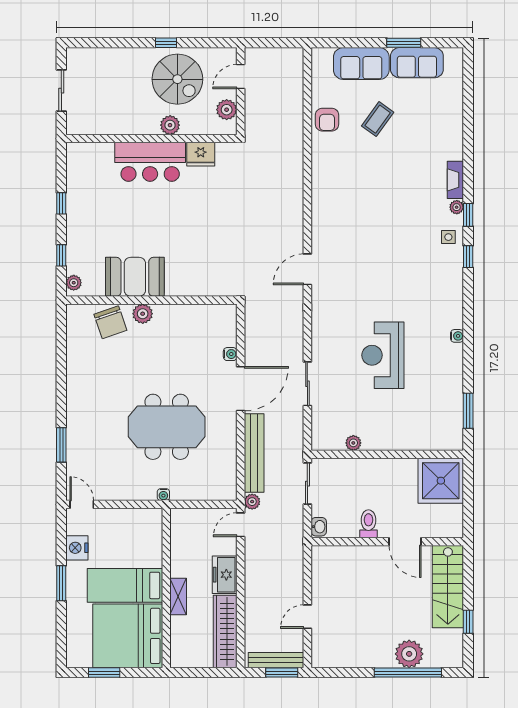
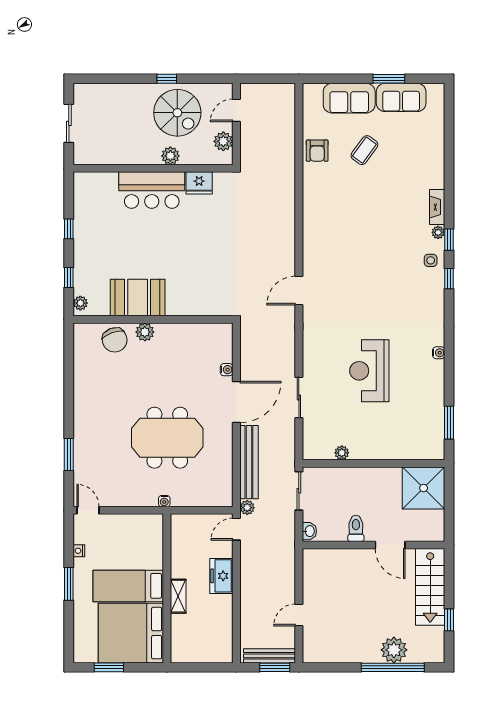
nightstand: (77, 548) -> (79, 551), width x0.53, depth x0.56
wardrobe: (225, 631) -> (222, 629), removed

